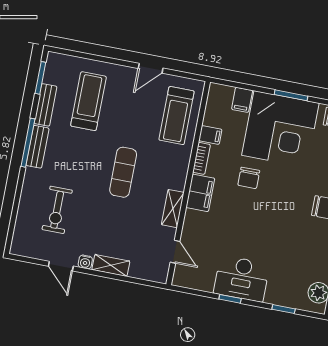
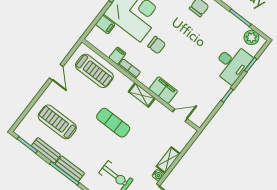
filing cabinet: (200, 193) -> (163, 90), moved
shelving: (173, 209) -> (142, 95), moved
desk: (242, 279) -> (232, 64), moved

